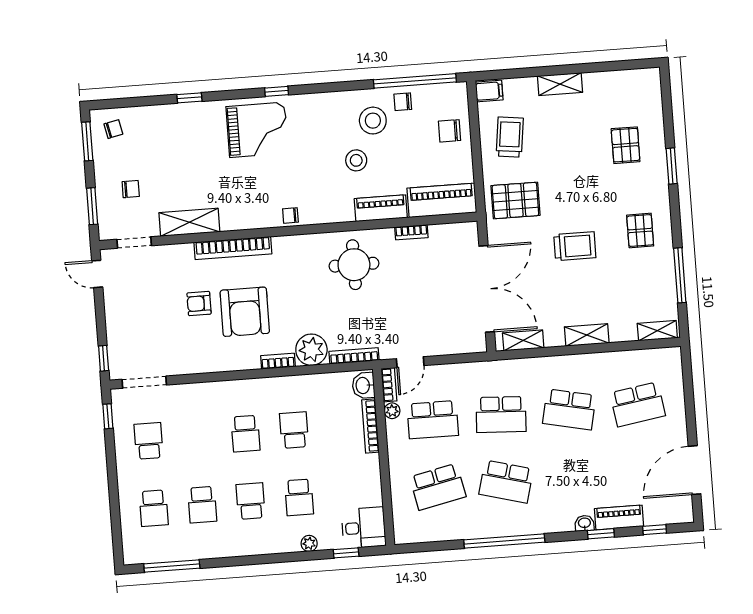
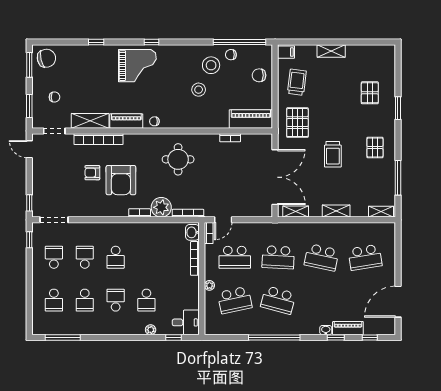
chair: (113, 129) -> (46, 58), width x1.87, depth x1.87
pallet: (515, 200) -> (297, 123), turned 90
piano: (381, 208) -> (126, 121), moved
trolley: (575, 246) -> (333, 154), turned 90
bookcase: (233, 248) -> (99, 139), moved
round table: (354, 265) -> (178, 159), moved
plant: (392, 411) -> (209, 285), moved
school desk: (294, 430) -> (85, 257), moved

